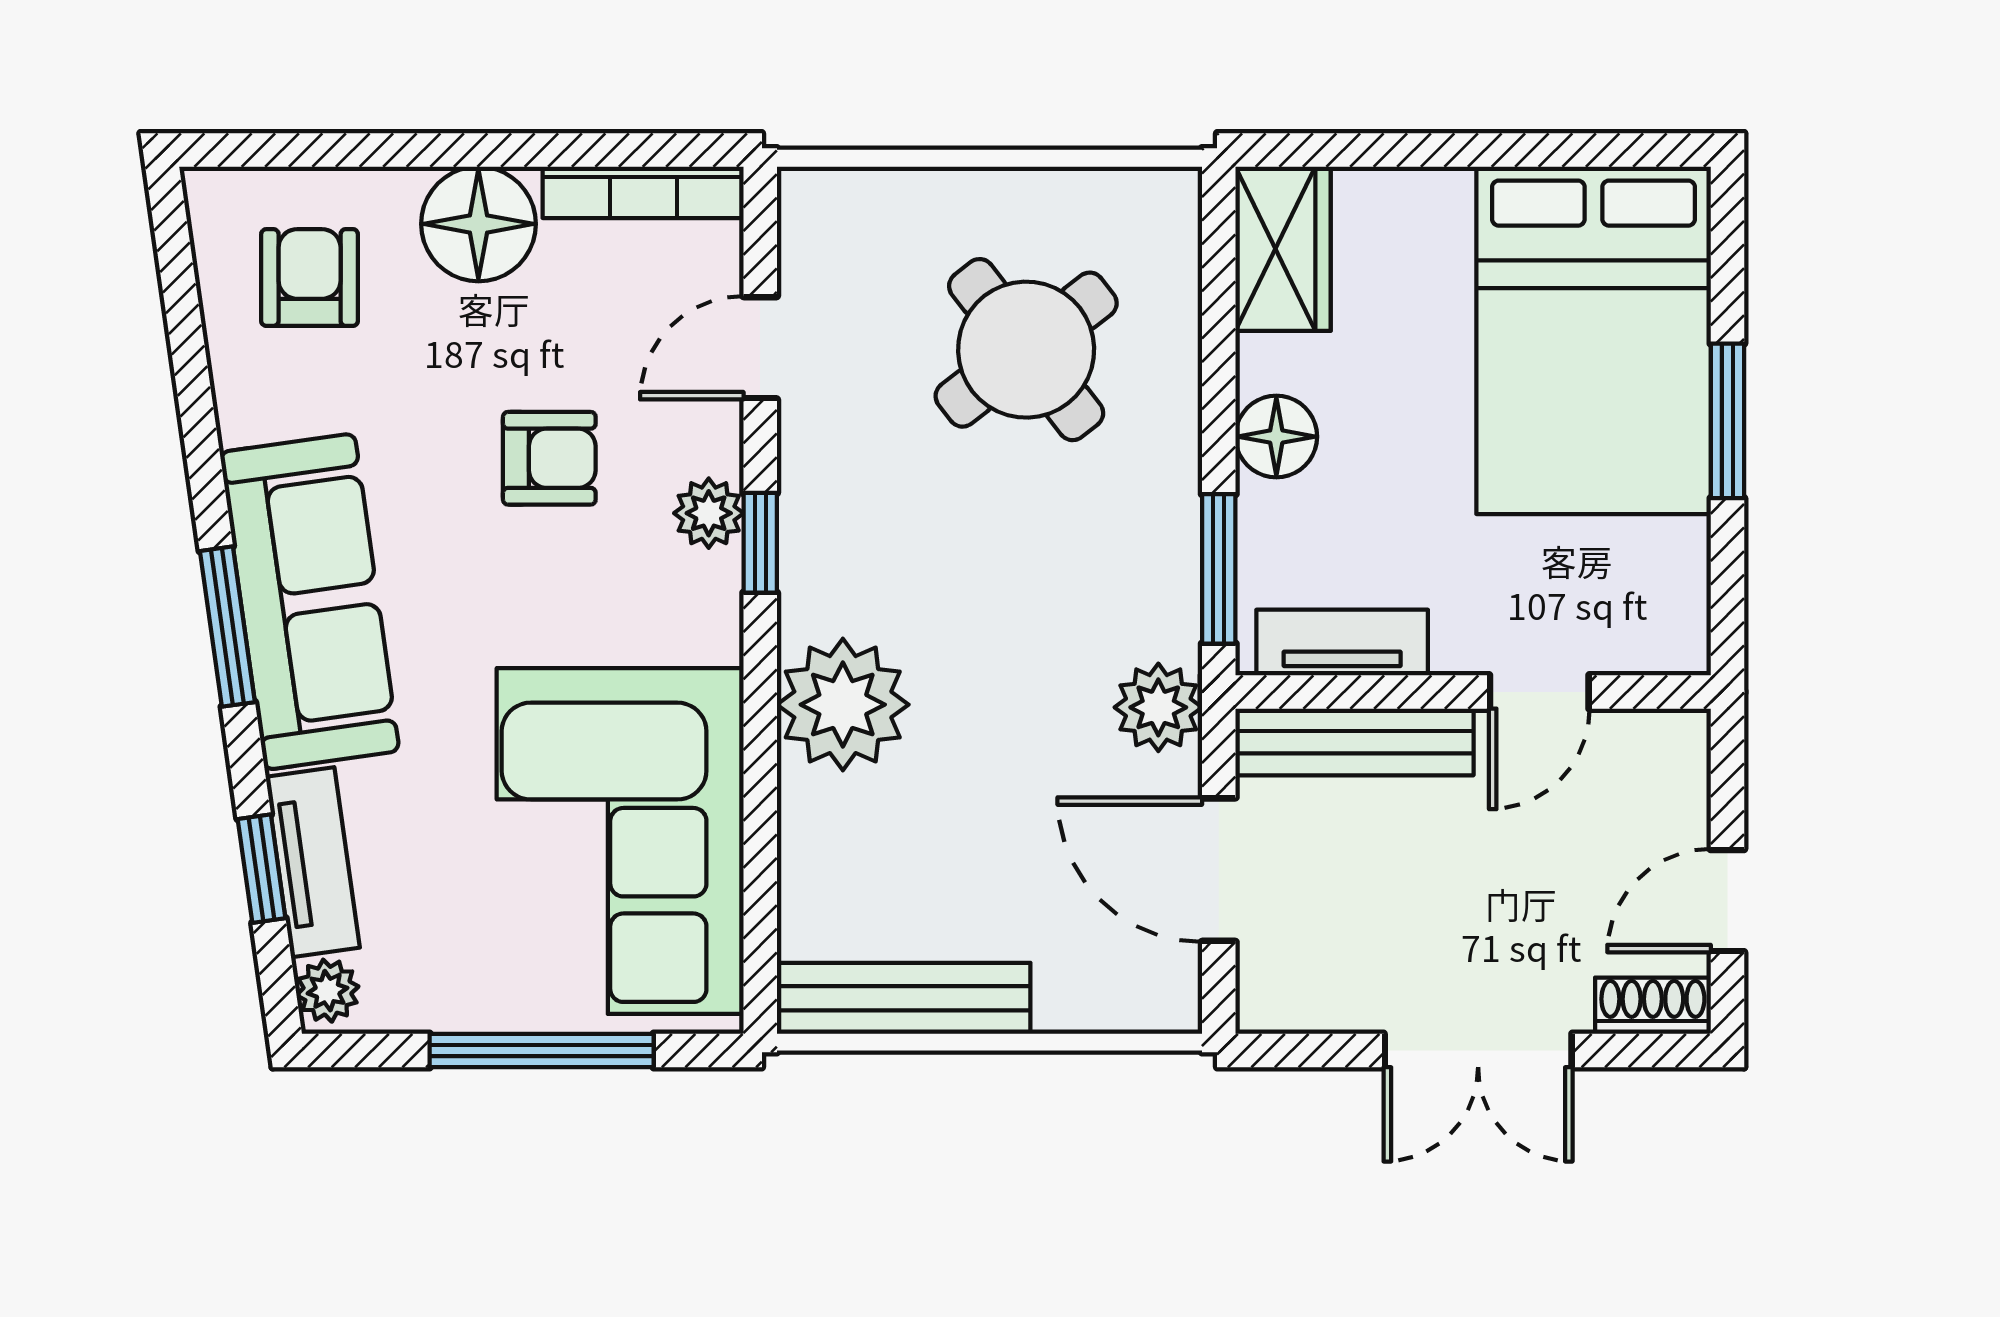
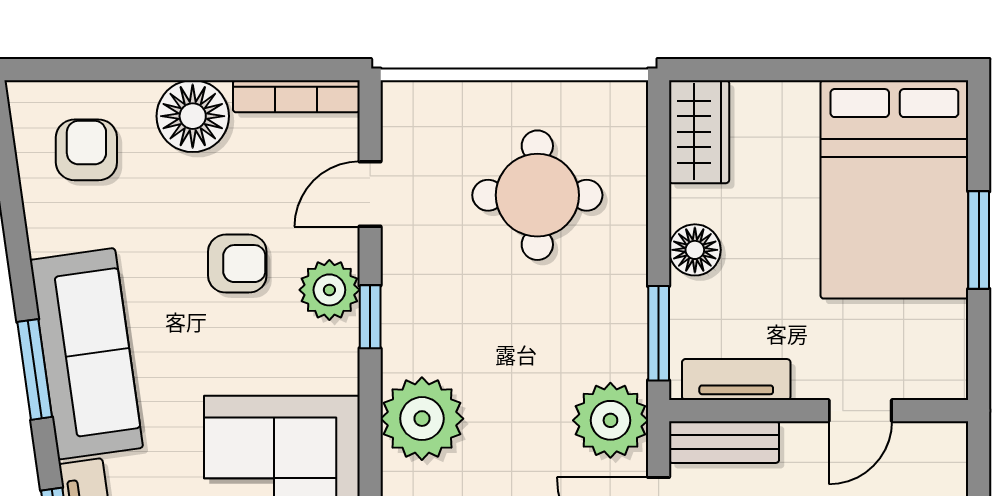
round table: (1026, 350) -> (537, 195), turned 38
plant: (709, 513) -> (329, 290), width x1.38, depth x1.38
plant: (1158, 707) -> (610, 420), width x1.36, depth x1.36
bench: (1355, 742) -> (724, 442), width x0.73

